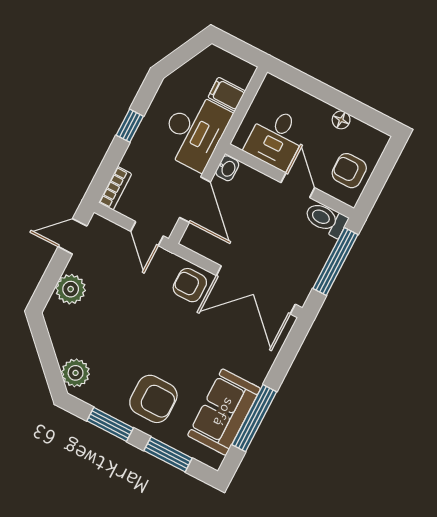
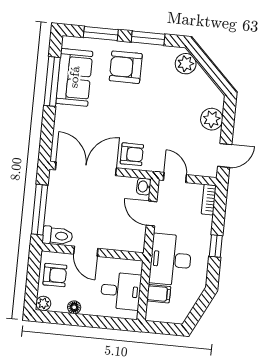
desk: (276, 138) -> (121, 291), moved, turned 90
plant: (378, 140) -> (43, 303), added
washbasin: (227, 168) -> (144, 187), moved
door: (195, 200) -> (152, 214), width x0.73

